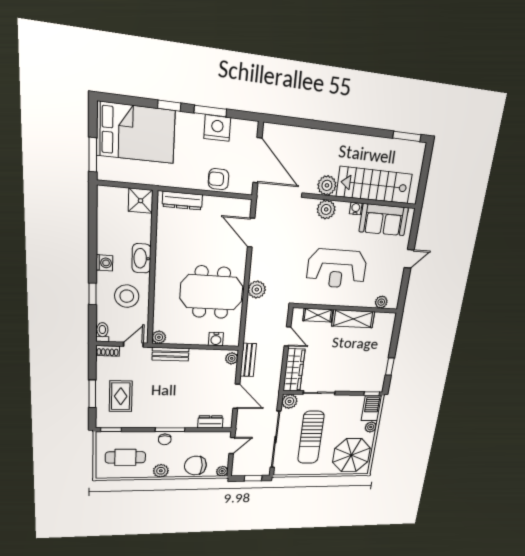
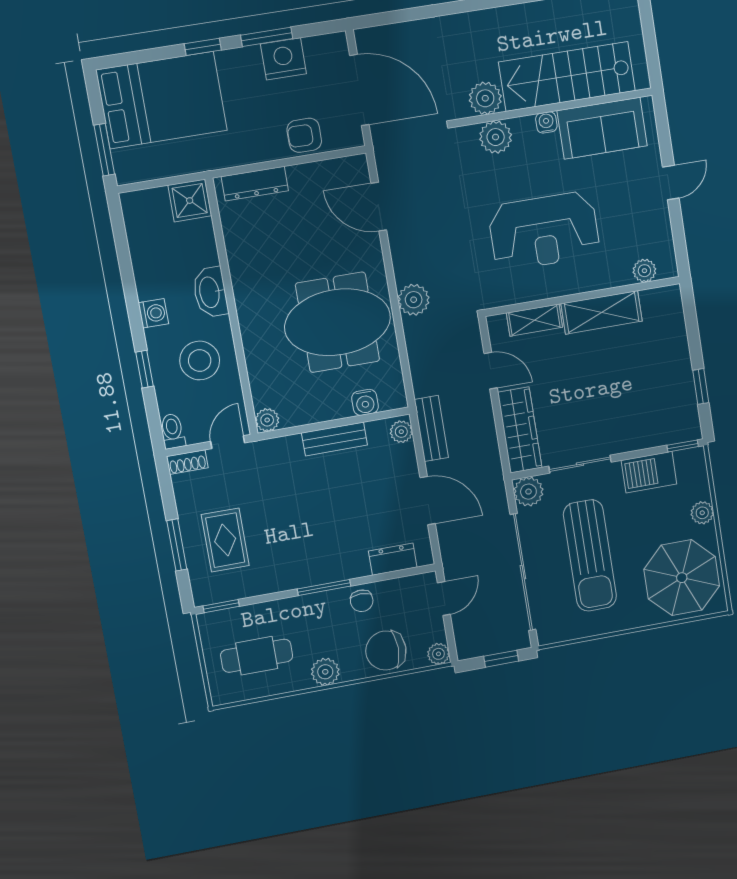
bench: (170, 354) -> (334, 439), moved
barbecue: (371, 408) -> (649, 472), moved, turned -90
chair: (165, 439) -> (362, 601), moved

